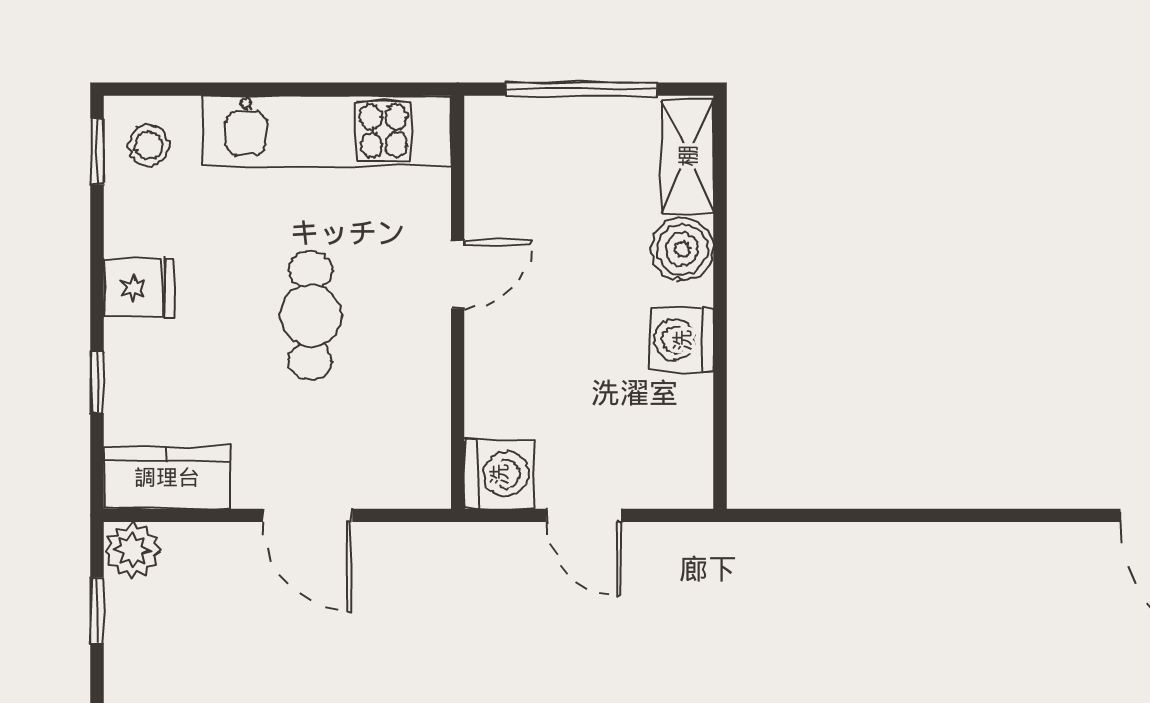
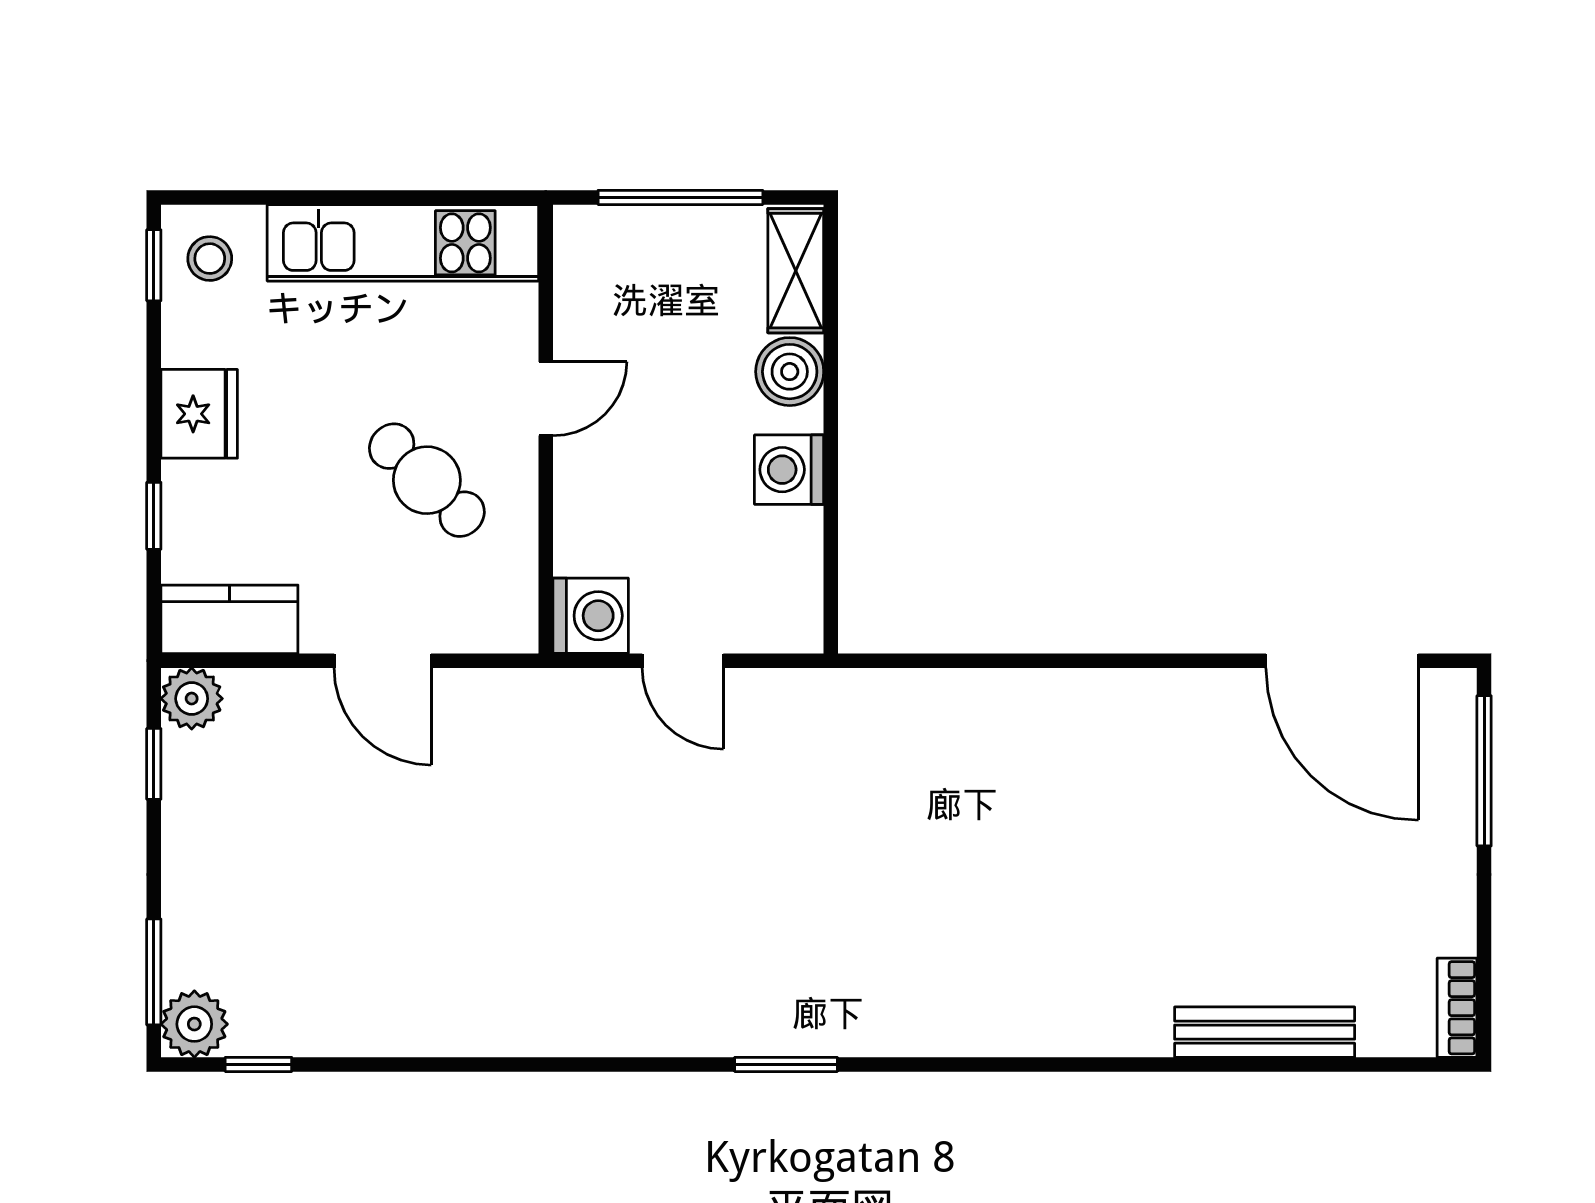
fridge: (139, 288) -> (199, 414), width x1.38
cafe table: (311, 315) -> (427, 480), moved, turned -46

